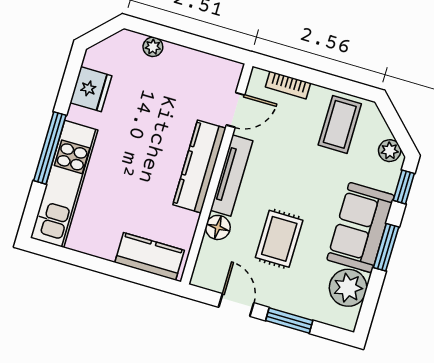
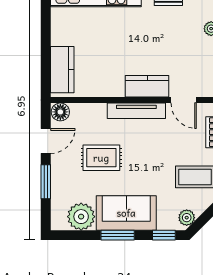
kitchen counter: (199, 166) -> (147, 86), width x0.67
floor lamp: (218, 227) -> (60, 112), moved

